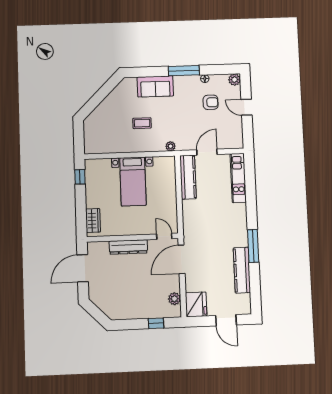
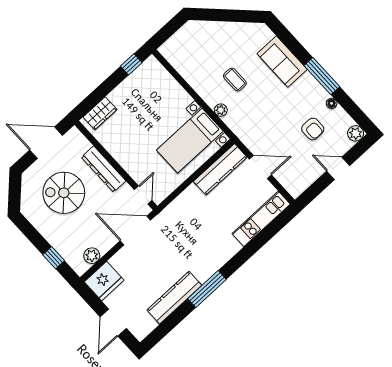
door: (247, 107) -> (338, 168), hinge flipped
plant: (170, 146) -> (221, 110), moved
bed with nightstands: (133, 181) -> (190, 141), moved
spiral stairs: (122, 283) -> (64, 193), added

